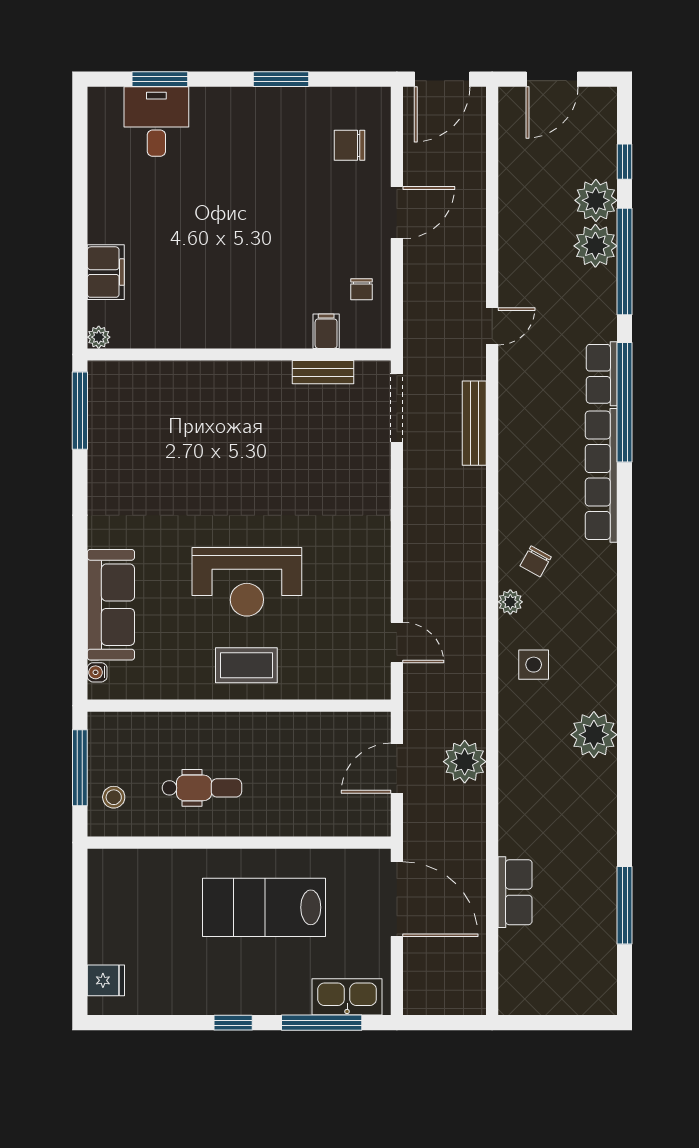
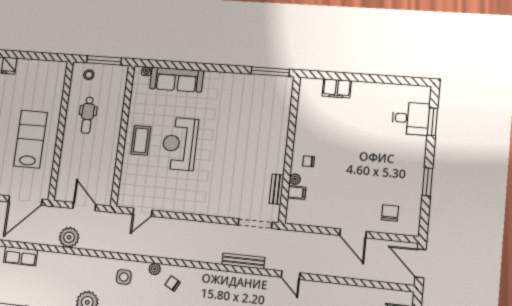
chair: (361, 289) -> (309, 161), moved
plant: (99, 337) -> (295, 179), moved
plant: (465, 762) -> (69, 237), moved

